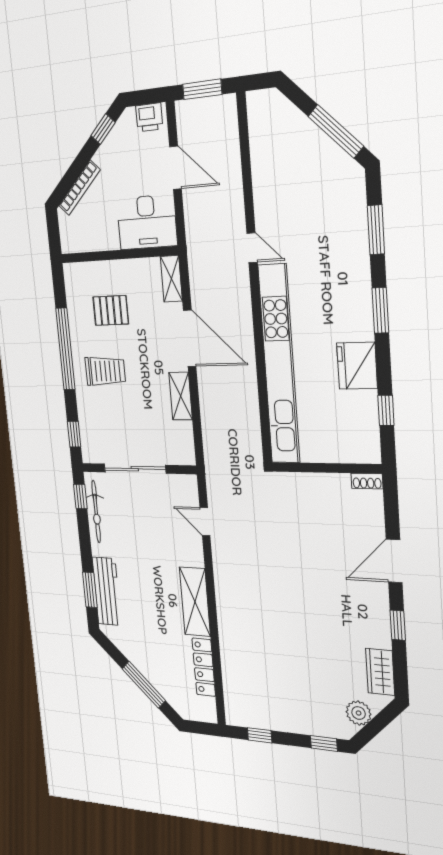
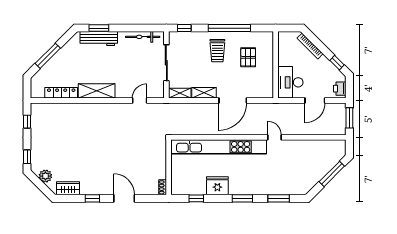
window: (336, 131) -> (332, 174), moved
door: (252, 248) -> (275, 137), swing flipped
shelving: (171, 279) -> (180, 93), moved
window: (80, 497) -> (151, 28), removed

